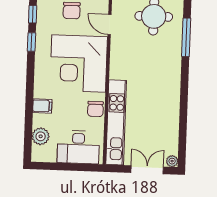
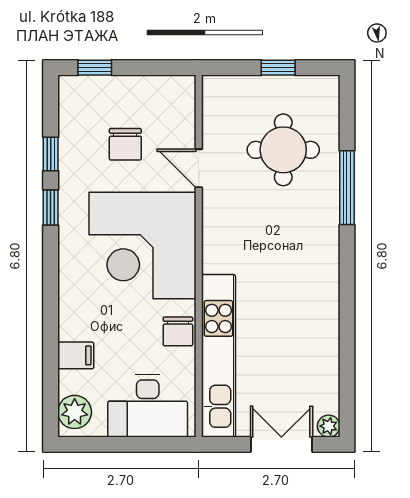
filing cabinet: (42, 106) -> (76, 355), moved
plant: (41, 136) -> (75, 412), moved

